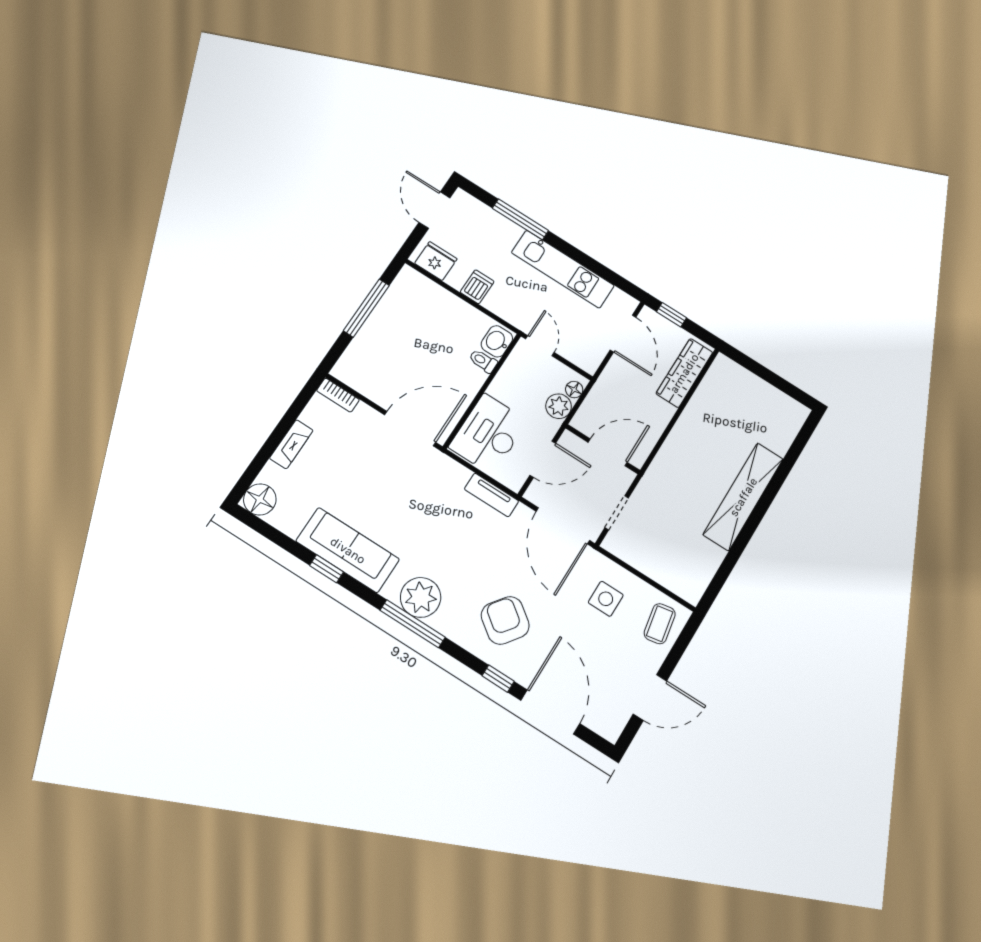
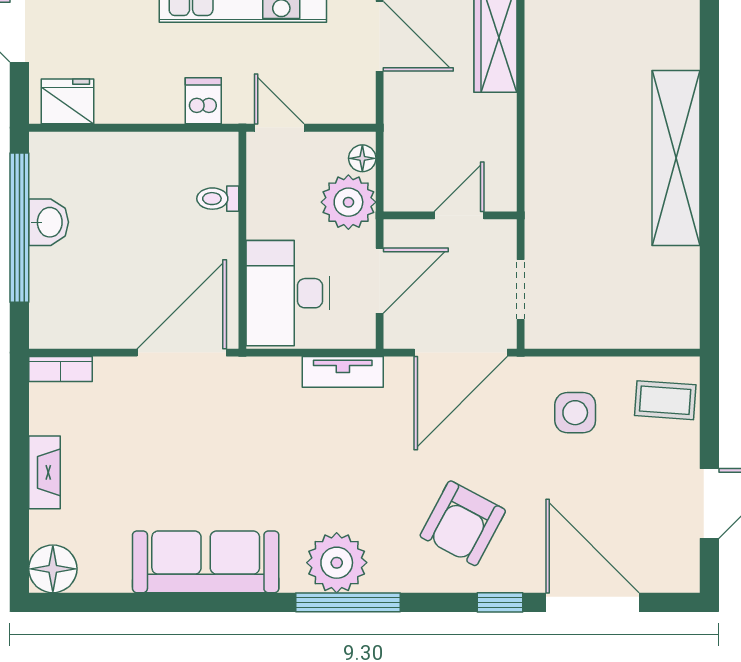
dishwasher: (477, 287) -> (203, 101), moved
window: (366, 308) -> (19, 228), width x1.46
washbasin: (497, 341) -> (49, 222), moved, turned 180
plant: (559, 406) -> (348, 202), width x1.36, depth x1.36
door: (608, 452) -> (459, 215), width x0.73
door: (563, 526) -> (461, 353), hinge flipped
window: (327, 569) -> (195, 602), removed
armchair: (505, 620) -> (463, 523), turned -99
coffee table: (660, 624) -> (665, 400), turned -76

